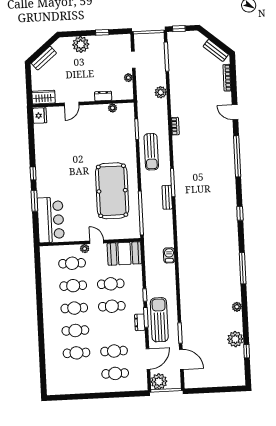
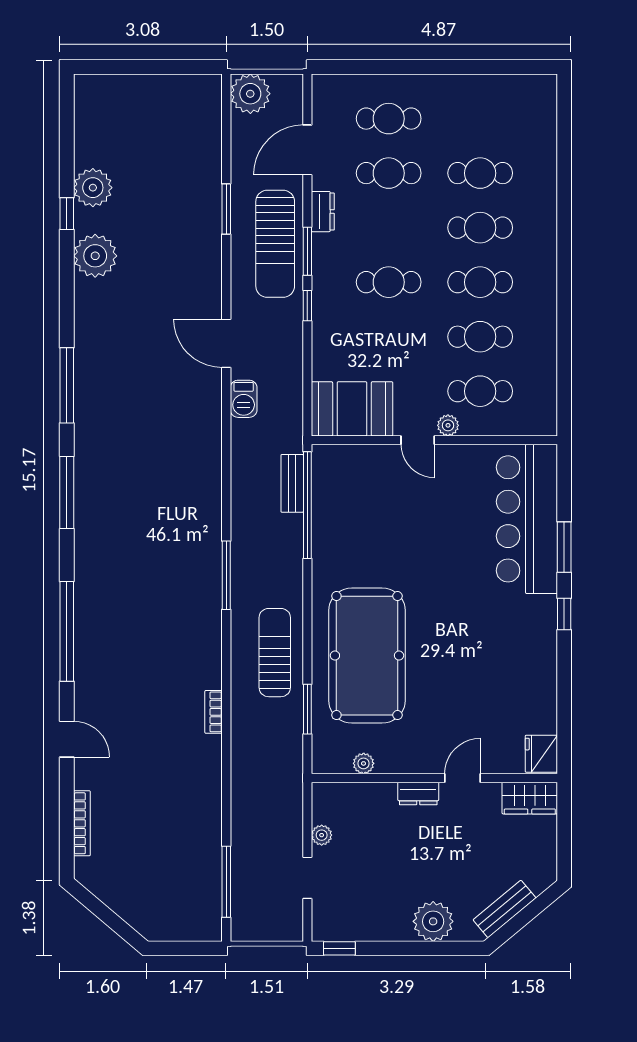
window: (179, 29) -> (193, 948), removed
window: (102, 32) -> (339, 948), moved
bench: (216, 50) -> (106, 891), removed
bench: (44, 58) -> (505, 909), moved
plant: (161, 92) -> (245, 796), removed
dresser: (103, 96) -> (418, 793), moved
pool table: (112, 191) -> (367, 656), moved
bench: (167, 197) -> (292, 483), moved
window: (240, 213) -> (67, 493), width x2.17
bar counter: (51, 220) -> (527, 519), width x1.36
window: (243, 268) -> (67, 385), moved
cafe table: (111, 284) -> (389, 337), removed
plant: (237, 307) -> (95, 256), width x1.87, depth x1.87
dresser: (140, 322) -> (323, 212), moved
window: (247, 351) -> (67, 214), moved
door: (181, 359) -> (226, 343), moved
plant: (159, 382) -> (250, 94), moved

